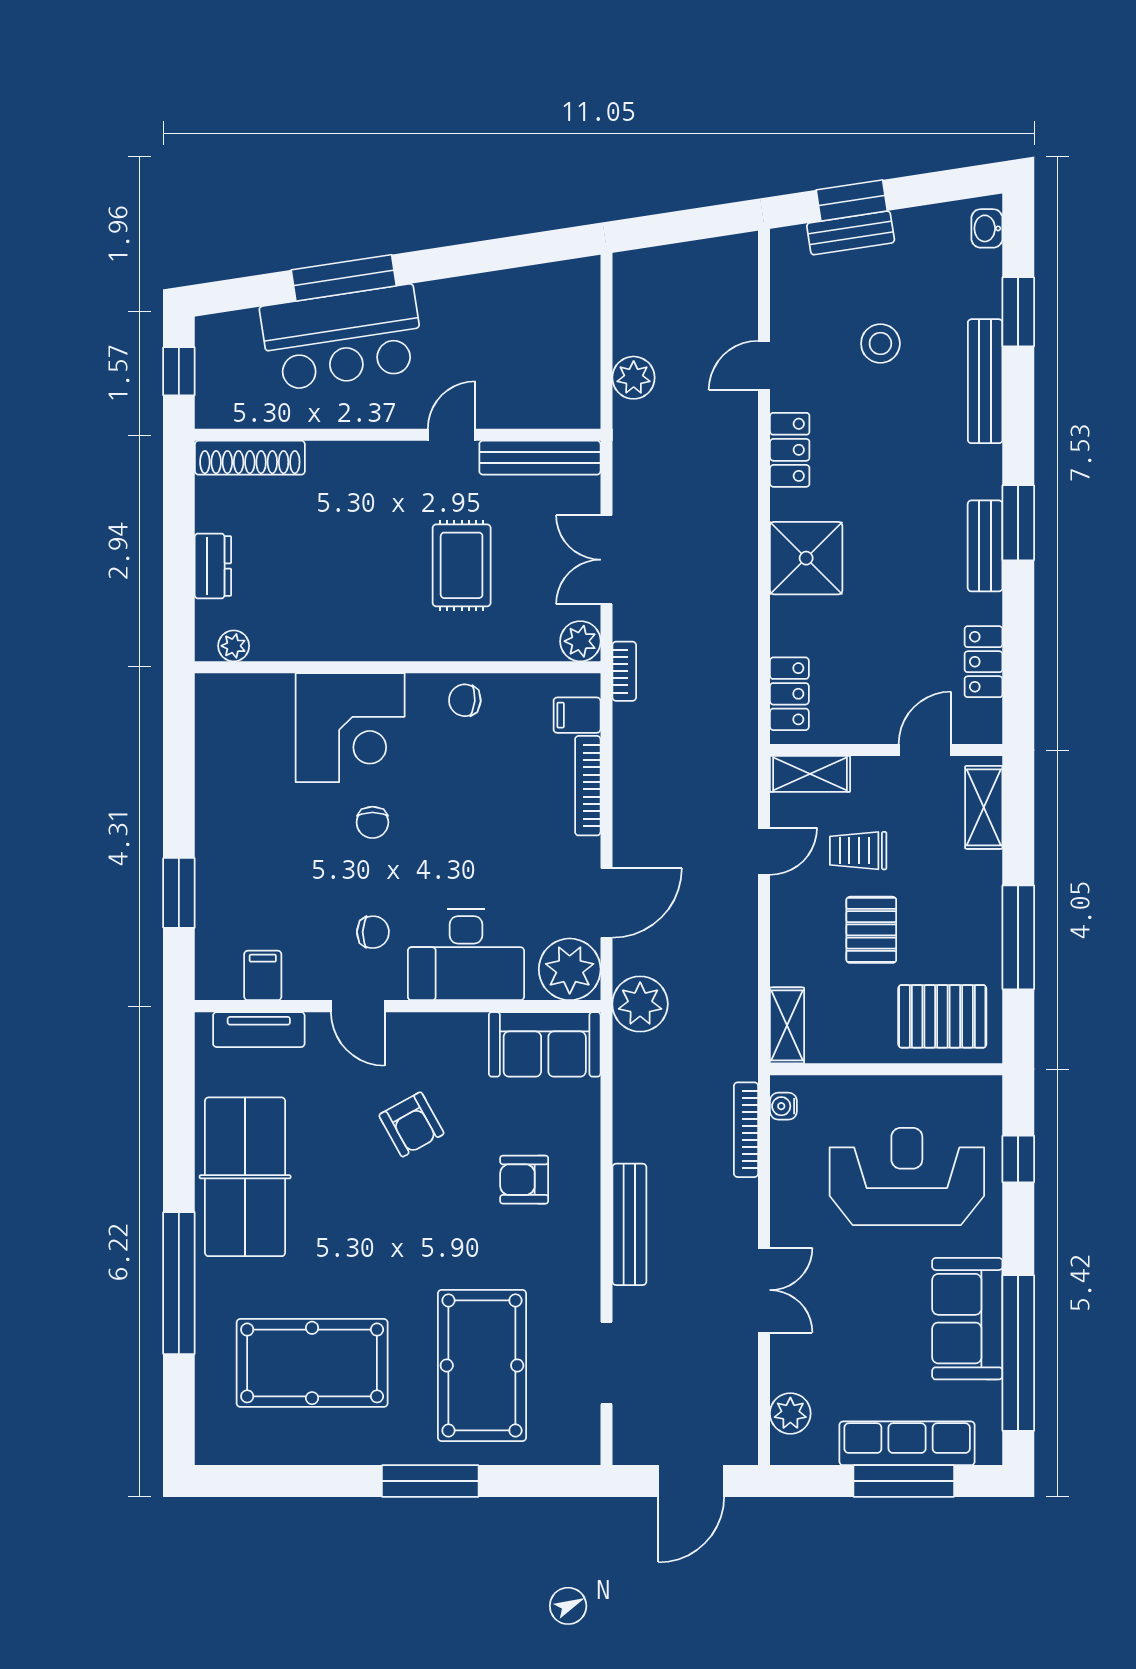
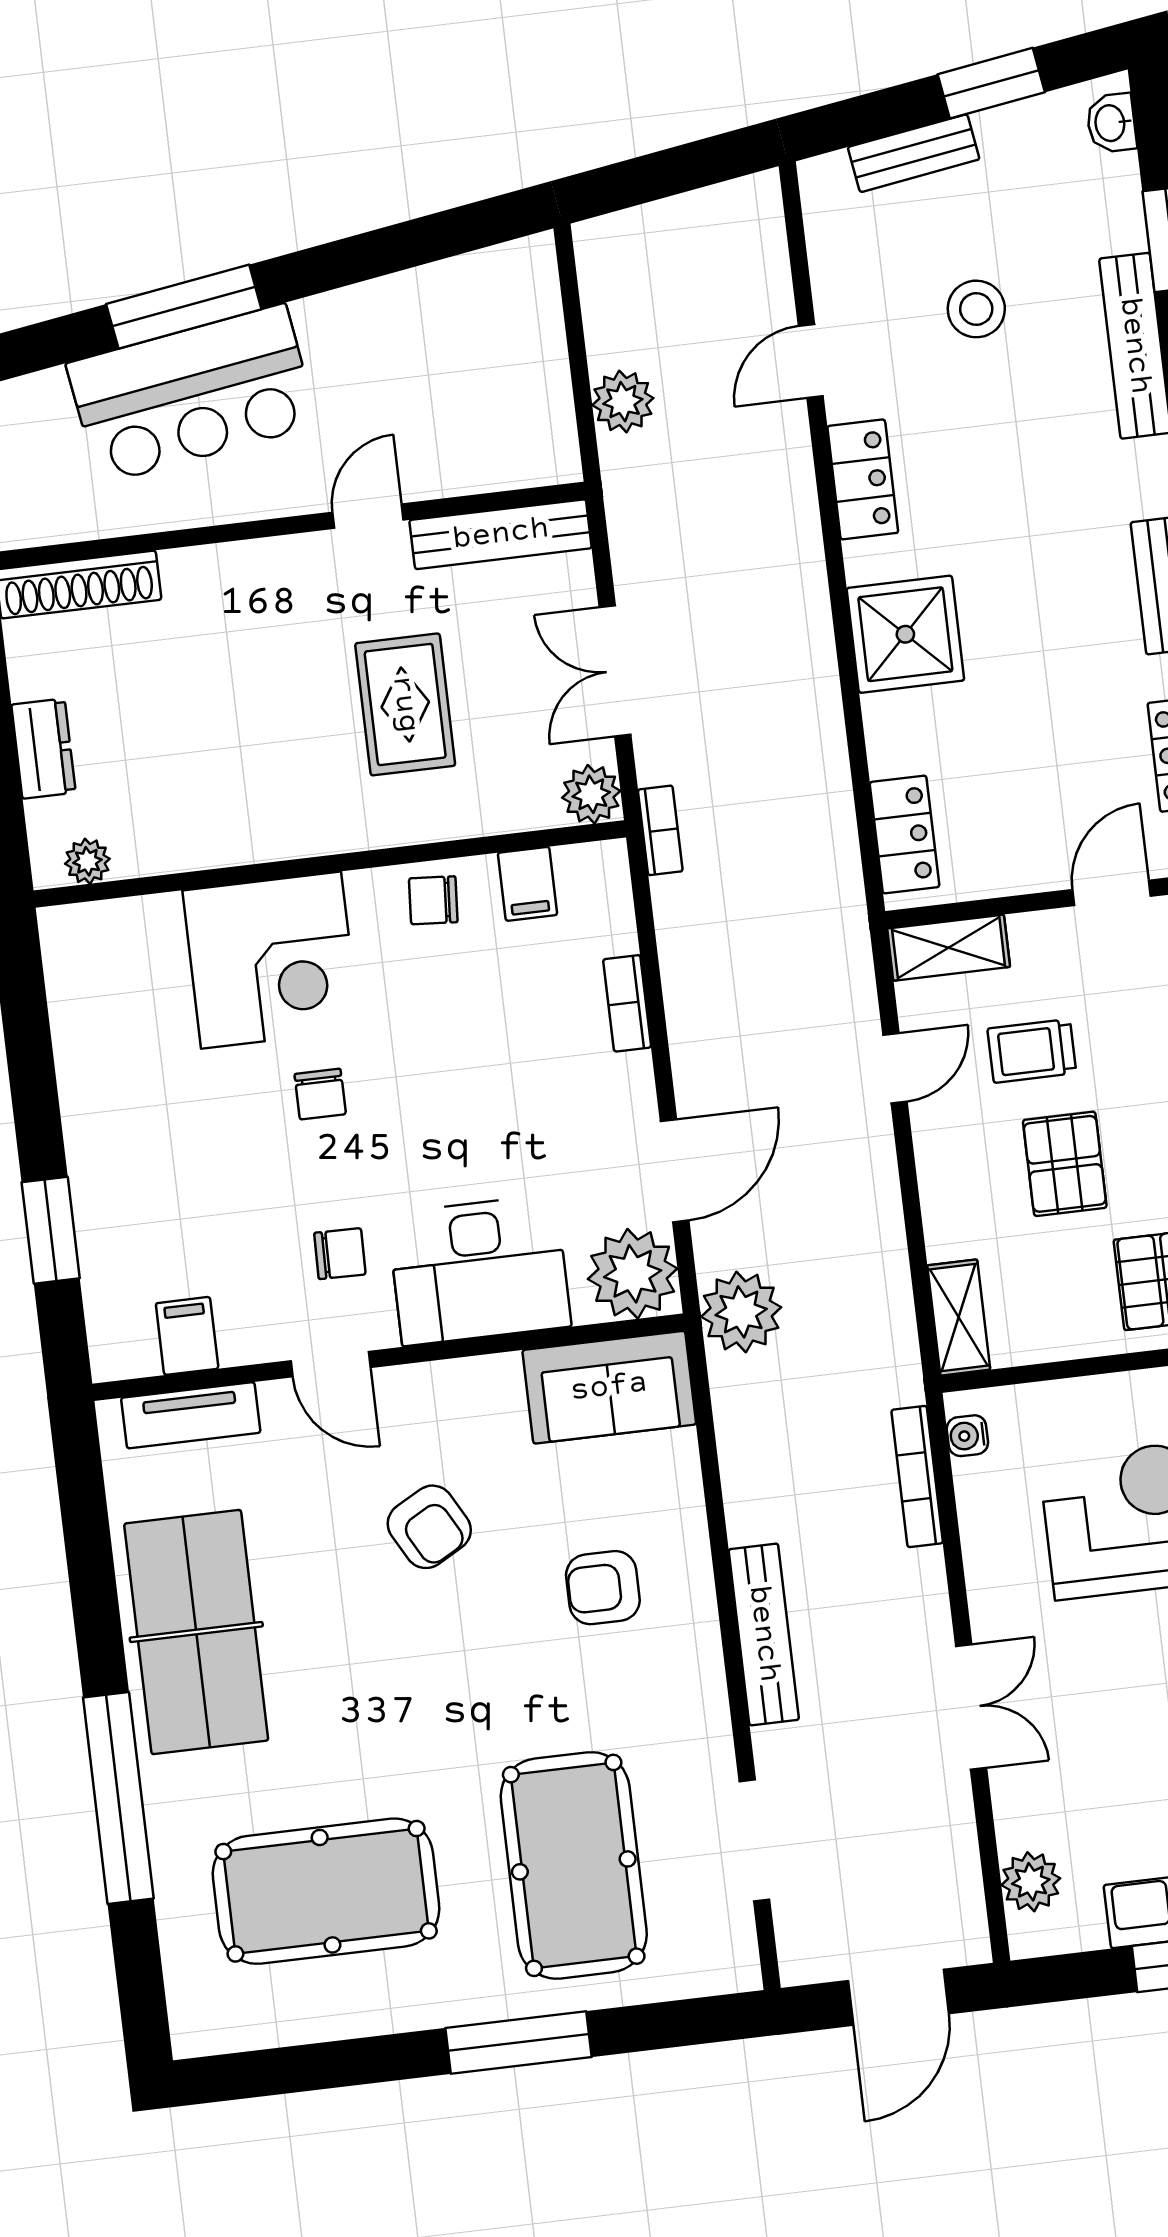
window: (852, 200) -> (991, 83), moved
filing cabinet: (577, 715) -> (527, 884), moved, turned -90
bookcase: (588, 786) -> (627, 1003), width x0.64

